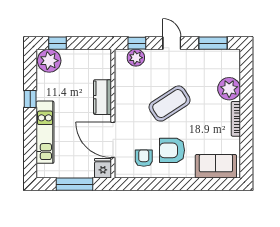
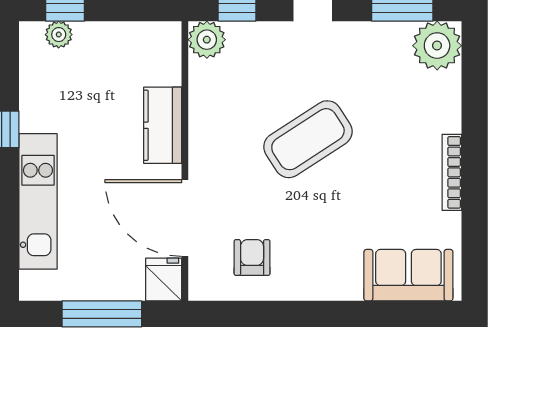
plant: (136, 58) -> (207, 40), moved
plant: (49, 61) -> (59, 35), width x0.53, depth x0.53
plant: (229, 89) -> (437, 46), moved
armchair: (172, 150) -> (313, 241), removed

